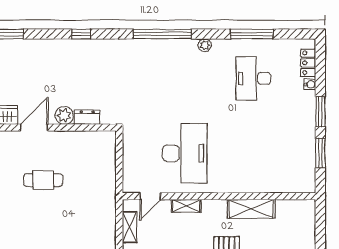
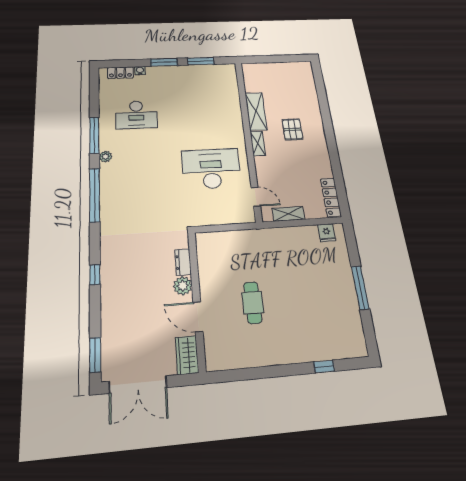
window: (252, 34) -> (94, 135), moved
shelving: (186, 206) -> (258, 143), moved

